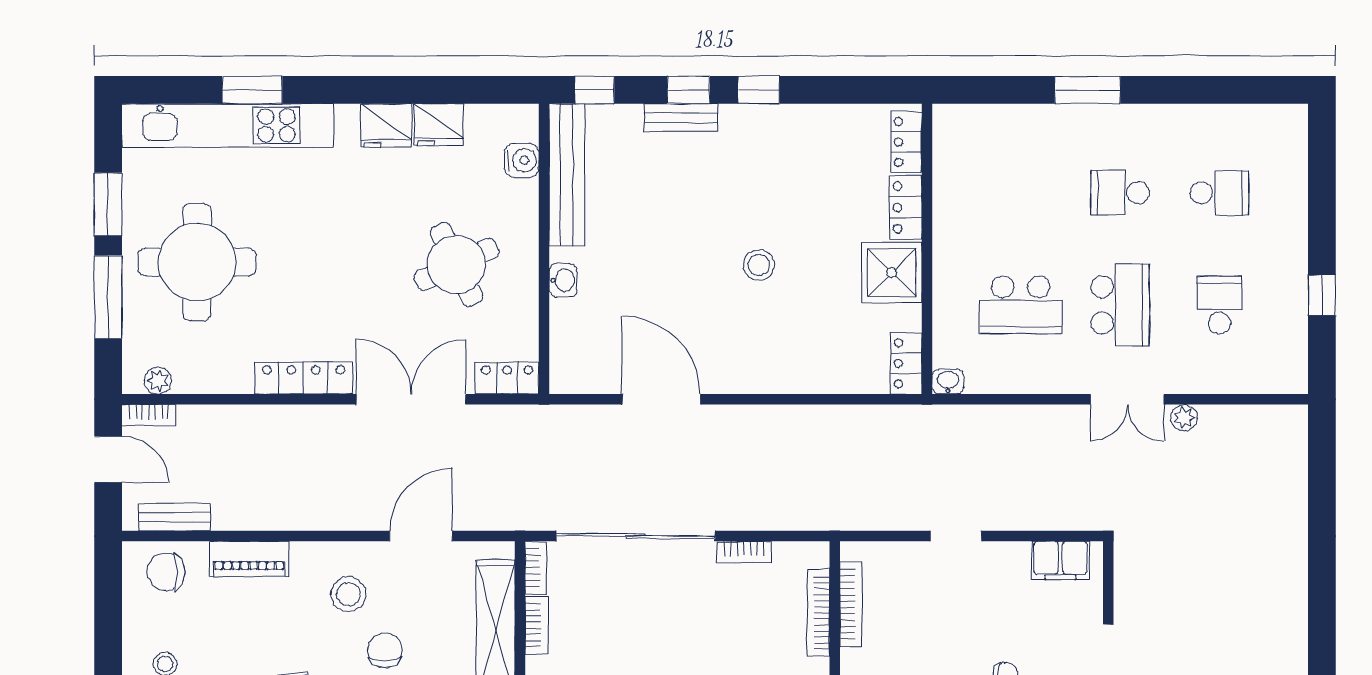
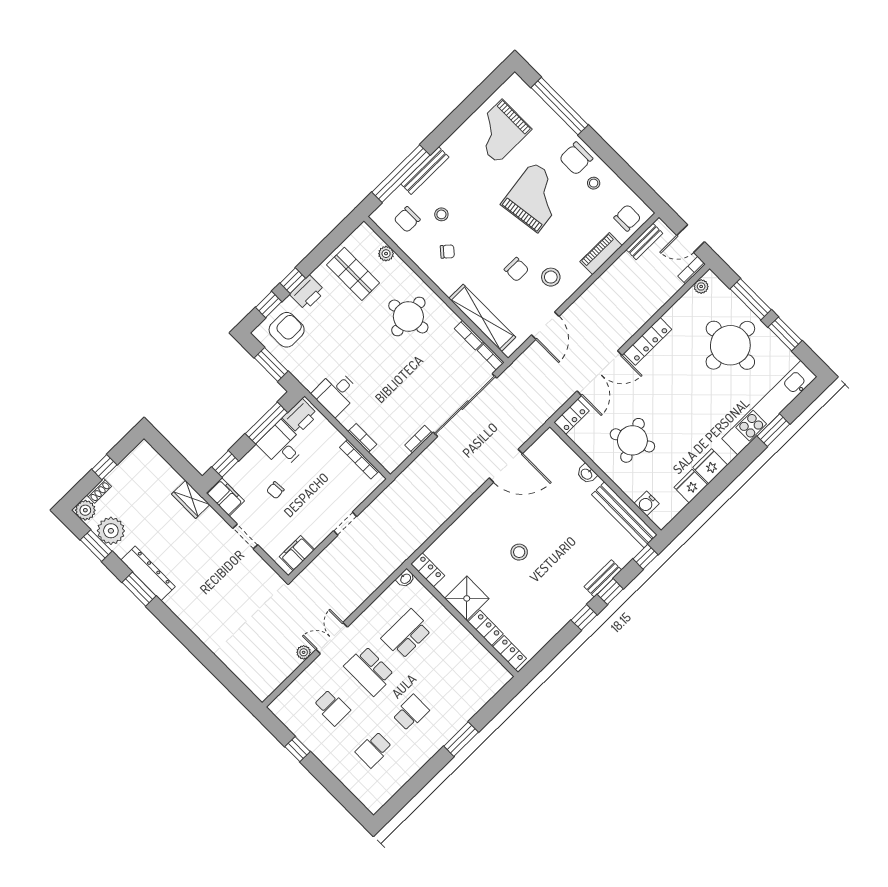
bookcase: (818, 613) -> (362, 438), width x0.64

